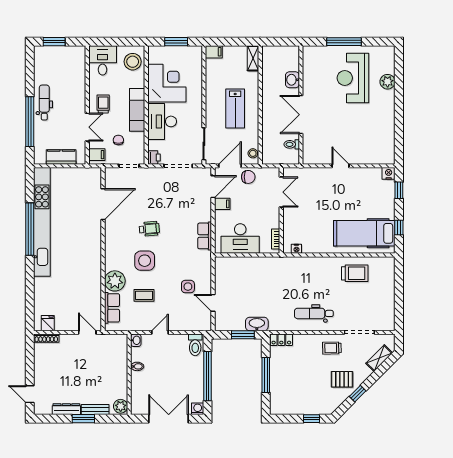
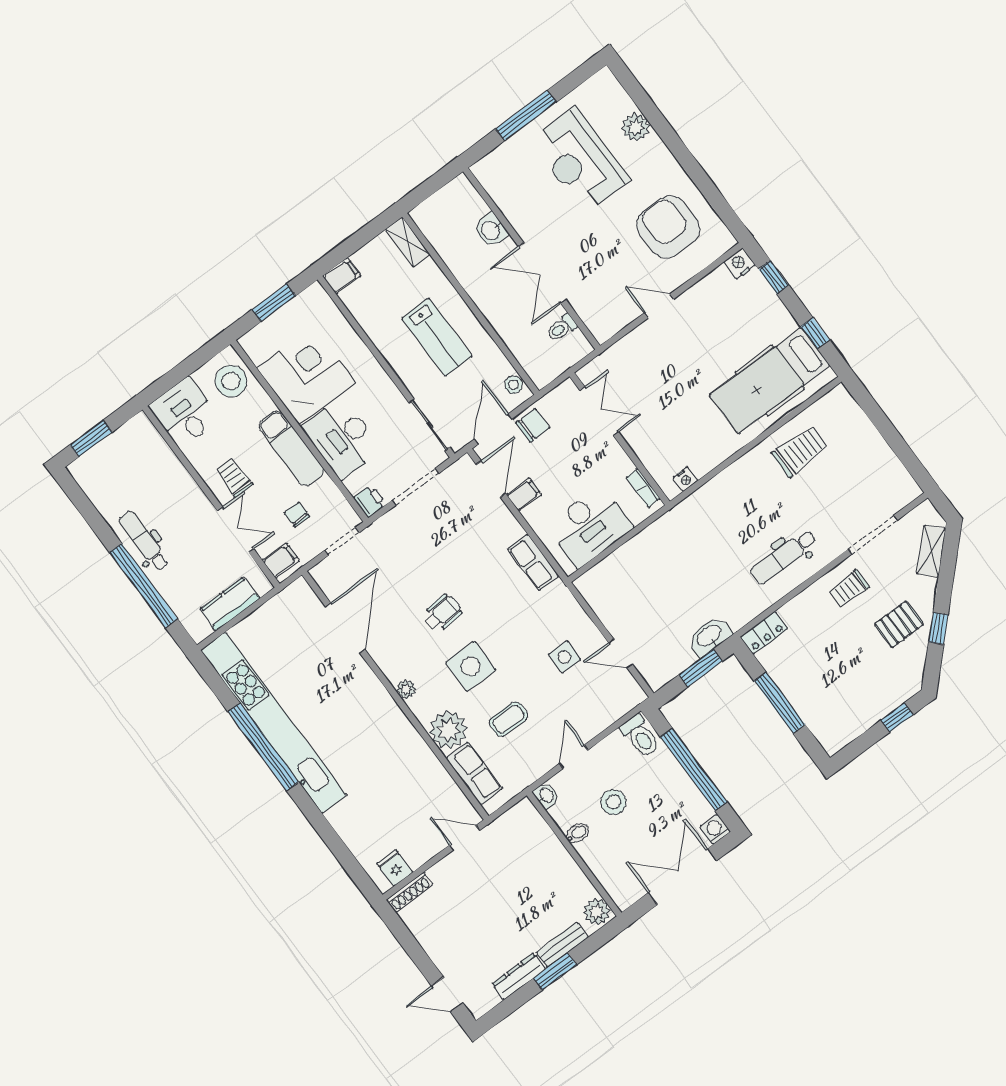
armchair: (370, 135) -> (668, 227), added
plant: (110, 250) -> (406, 689), added
stool: (163, 365) -> (613, 802), added

